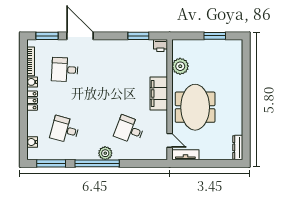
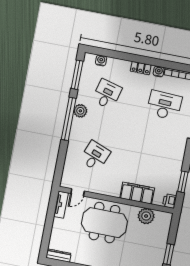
desk: (65, 70) -> (164, 105), width x1.37
filing cabinet: (159, 93) -> (137, 193), moved
plant: (105, 153) -> (80, 111), moved

